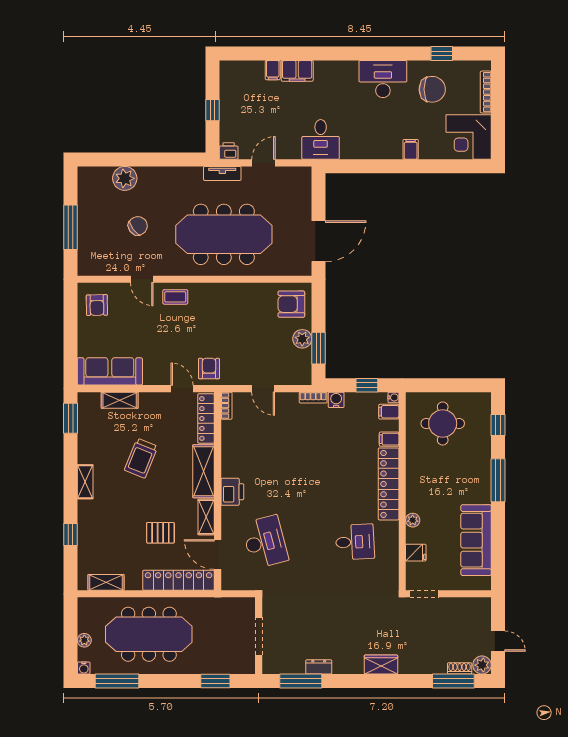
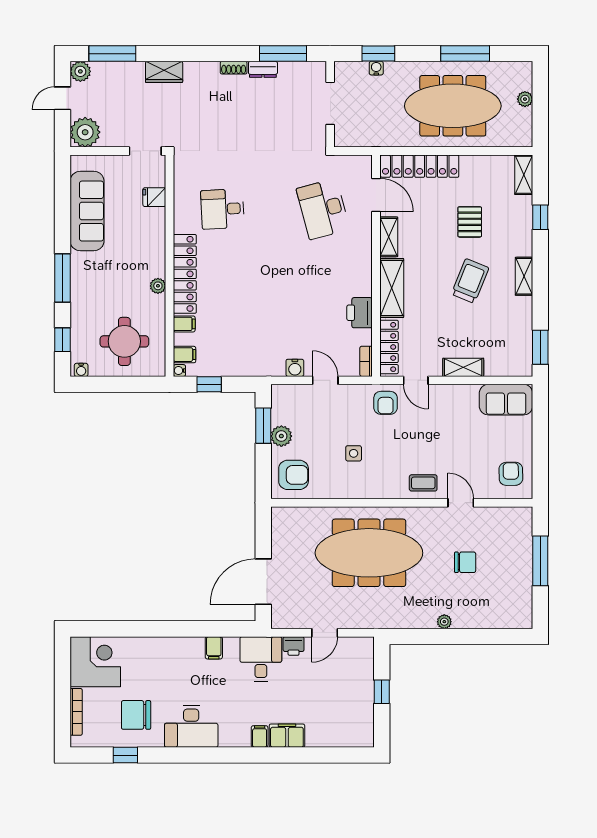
filing cabinet: (273, 70) -> (260, 736), moved
filing cabinet: (411, 149) -> (214, 648), moved
printer: (229, 151) -> (294, 646), moved
tv unit: (222, 173) -> (371, 621), removed
plant: (125, 178) -> (444, 622), moved, width x0.53, depth x0.53
chair: (138, 226) -> (465, 562), turned -143
door: (318, 241) -> (263, 582), moved
side table: (238, 323) -> (354, 453), added
sofa: (110, 371) -> (506, 400), width x0.73
bookcase: (313, 398) -> (269, 370), removed
water cooler: (481, 398) -> (81, 370), added
shelving: (120, 400) -> (463, 367), moved
water cooler: (336, 400) -> (295, 368), moved
trolley: (141, 458) -> (470, 281), moved
printer: (232, 492) -> (360, 313), moved
plant: (413, 520) -> (158, 286), moved
pallet: (160, 533) -> (470, 222), moved, turned 90
shelving: (106, 582) -> (524, 175), moved, turned 90
plant: (478, 611) -> (85, 132), added
door: (498, 641) -> (62, 98), hinge flipped
wardrobe: (381, 665) -> (164, 72), moved
water cooler: (84, 668) -> (376, 68), moved
shoe rack: (460, 668) -> (234, 68), moved
window: (117, 681) -> (465, 54), moved

